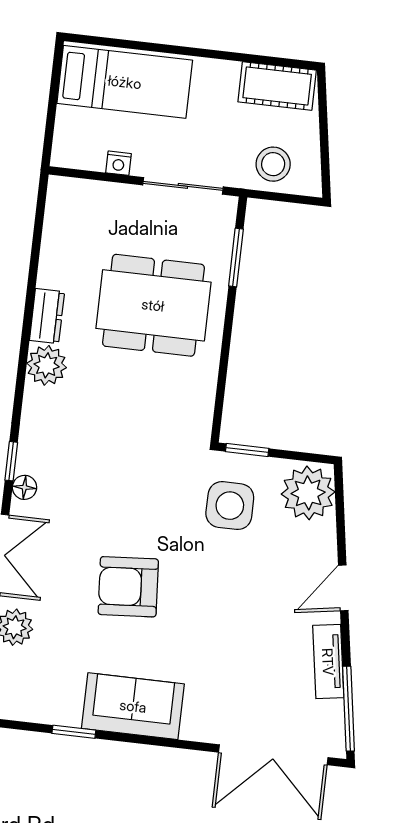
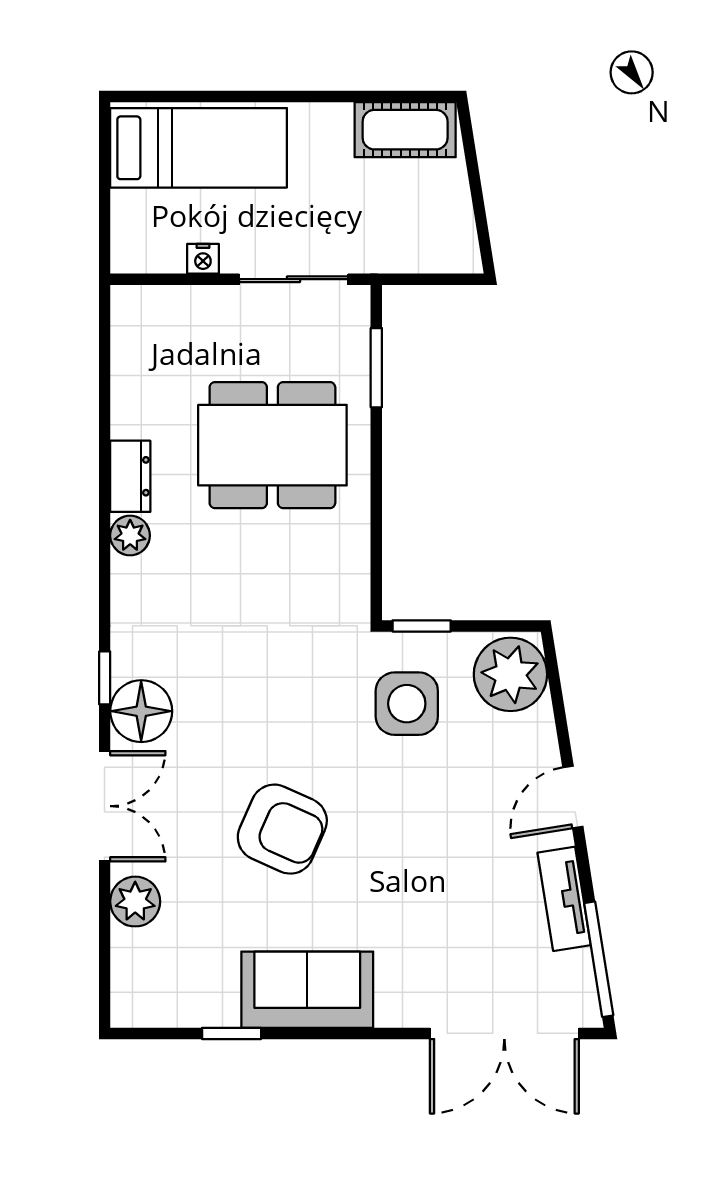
stool: (273, 164) -> (412, 236), removed
plant: (47, 365) -> (130, 535), width x0.73, depth x0.73
floor lamp: (24, 487) -> (141, 711), width x1.89, depth x1.89
armchair: (128, 587) -> (282, 829), turned -152

